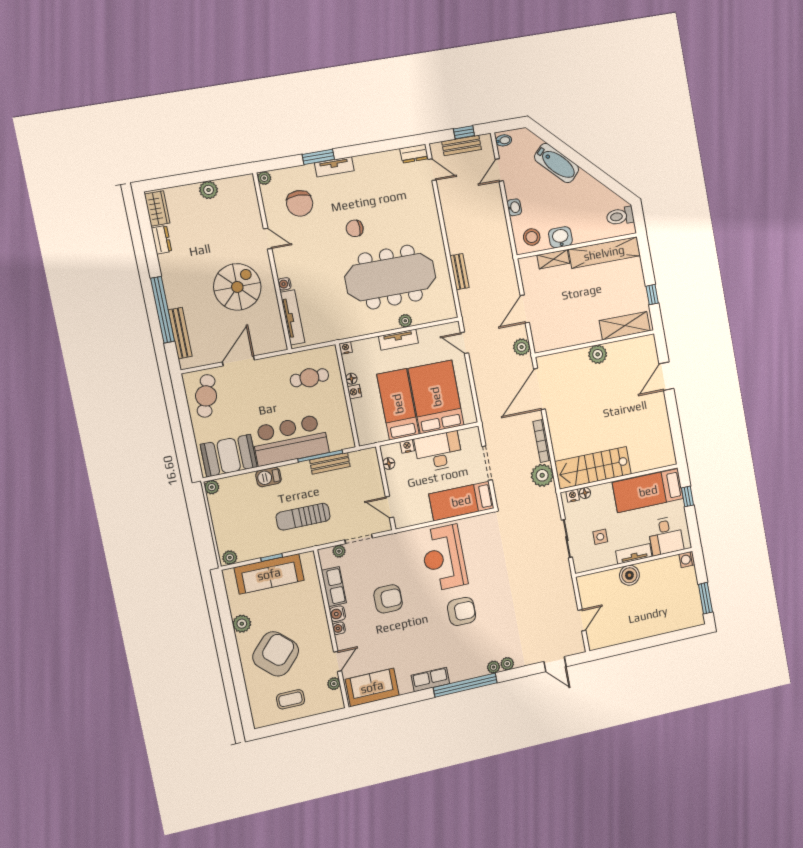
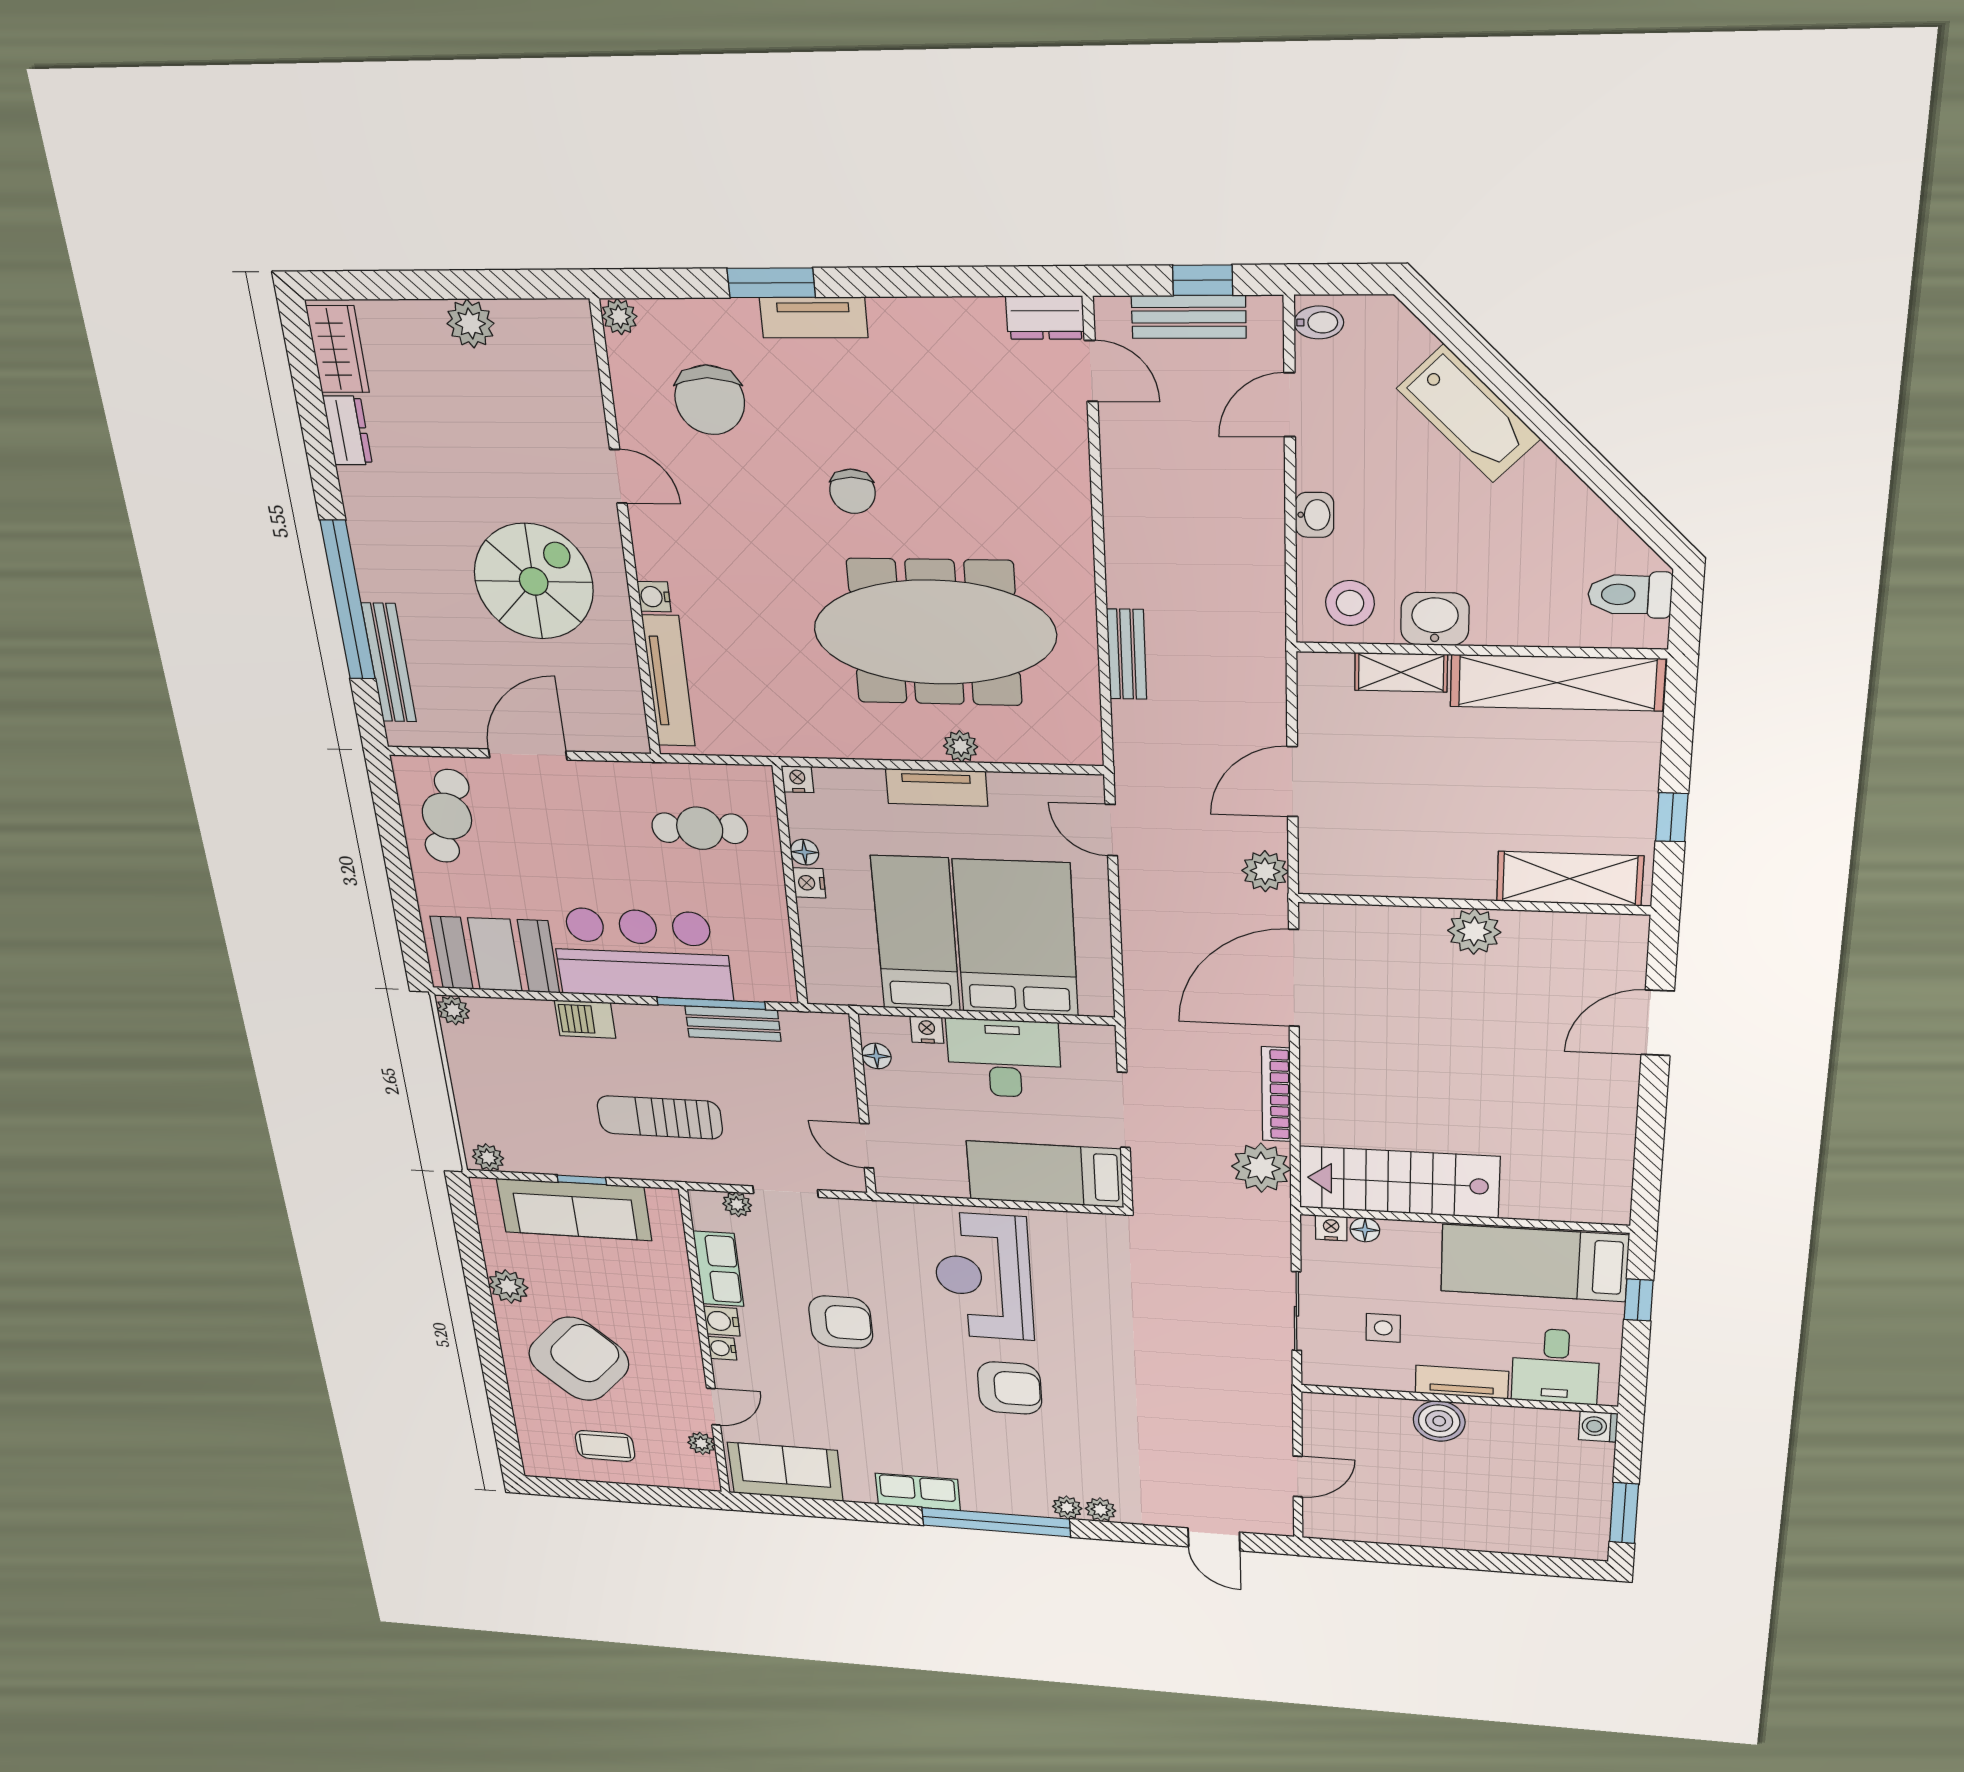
chair: (355, 228) -> (852, 491), turned -90

